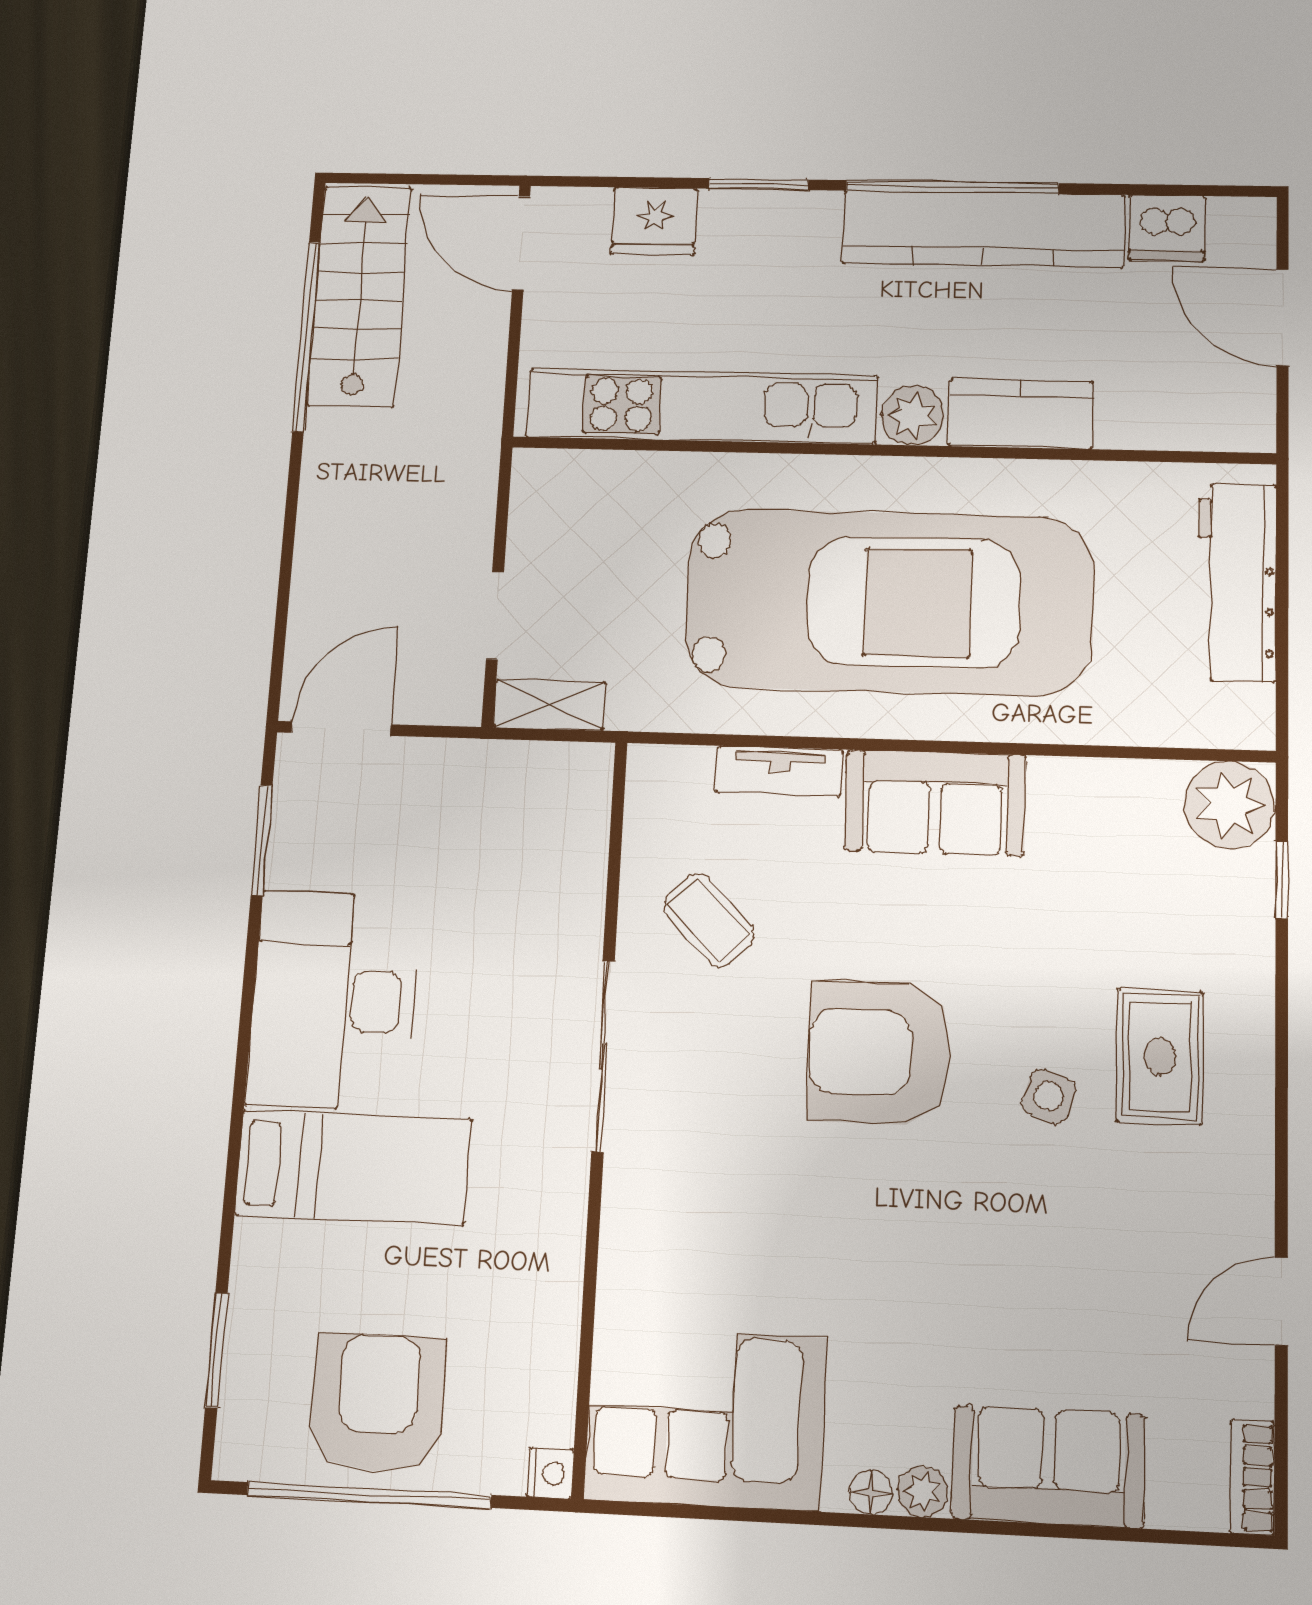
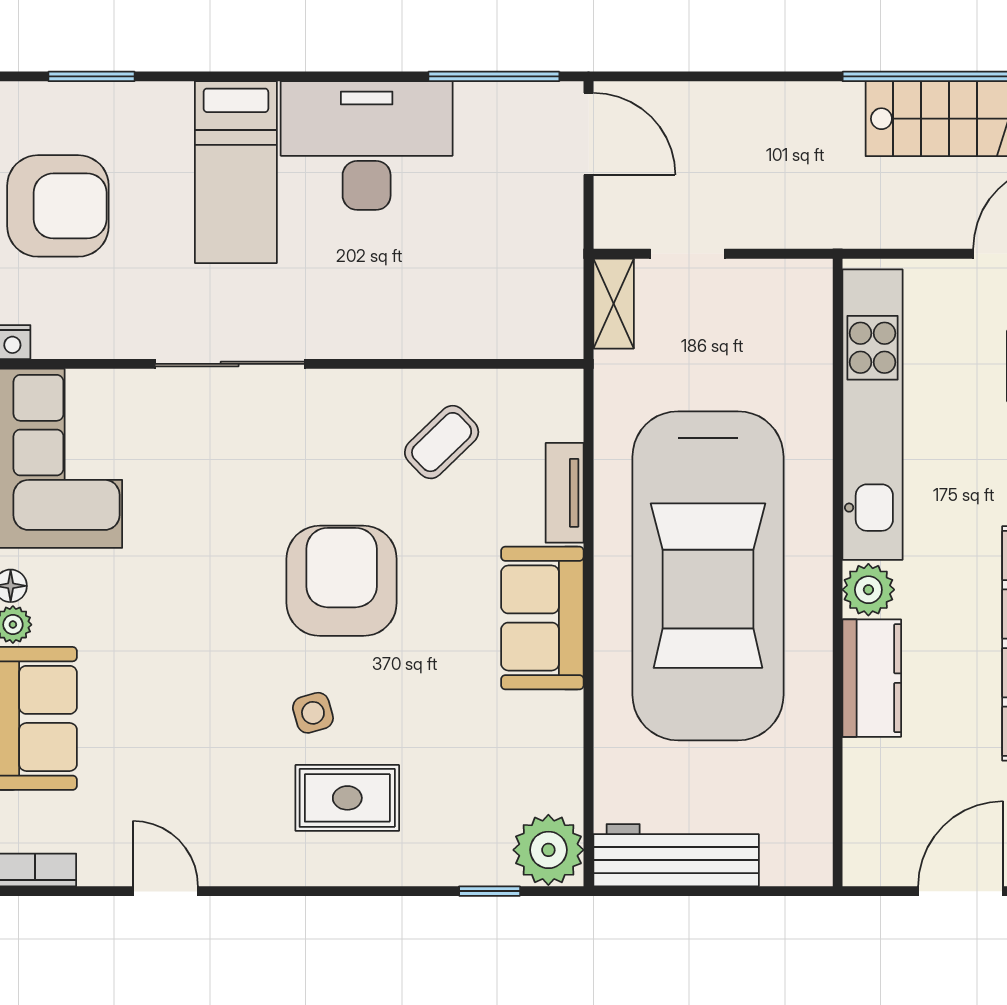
workbench: (1237, 582) -> (676, 855), moved
window: (262, 840) -> (494, 76), width x1.44
sliding door: (603, 1056) -> (230, 364), moved
side table: (1049, 1096) -> (313, 713), turned -34

